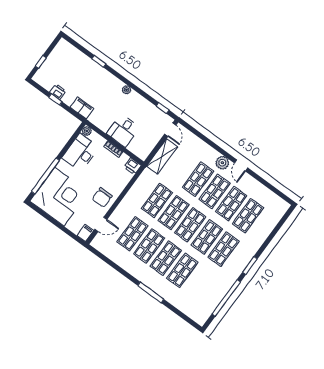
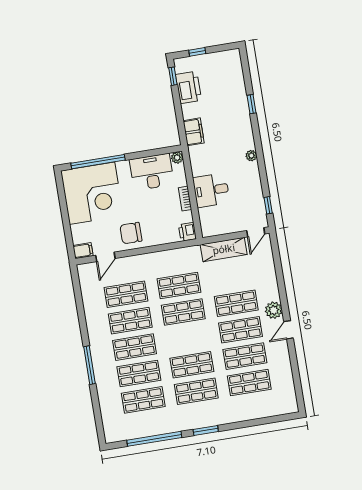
printer: (58, 92) -> (189, 87), width x1.87, depth x1.48
window: (55, 100) -> (173, 76), moved
door: (101, 224) -> (105, 257), hinge flipped
shop shelf: (190, 225) -> (143, 400), moved

